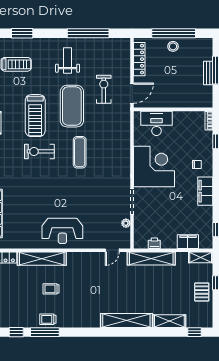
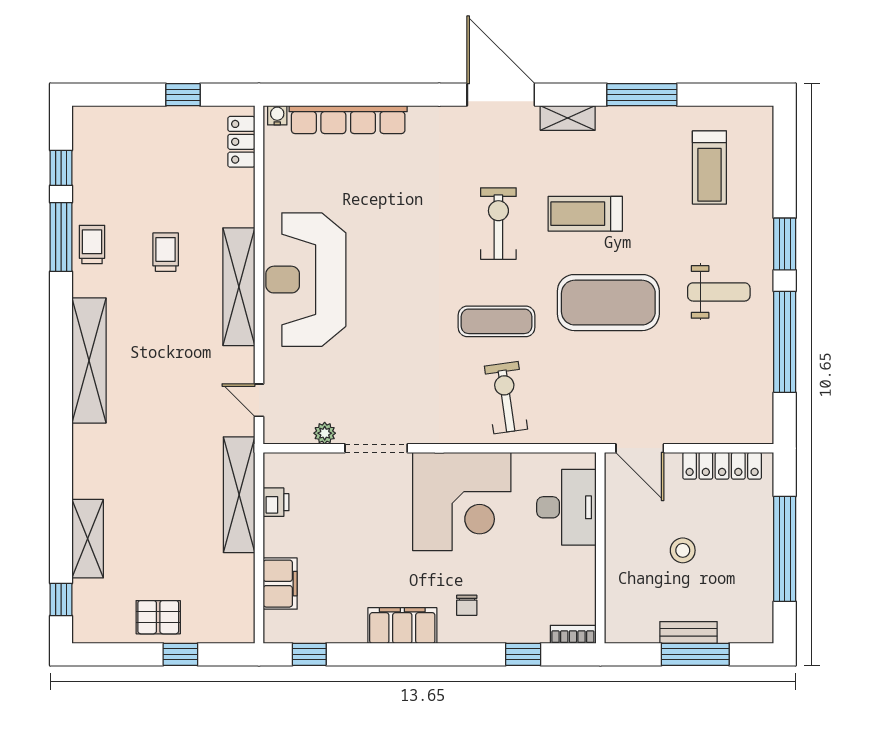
window: (22, 33) -> (785, 244), moved
stool: (173, 46) -> (683, 550), moved
exercise bike: (104, 89) -> (506, 398), moved, turned -98
treadmill: (35, 116) -> (585, 214), width x0.73, depth x0.73
reception desk: (62, 231) -> (306, 280), width x1.36, depth x1.30
shelving: (201, 257) -> (242, 614), removed
shelving: (42, 259) -> (239, 287), moved
shelving: (126, 320) -> (89, 360), moved

